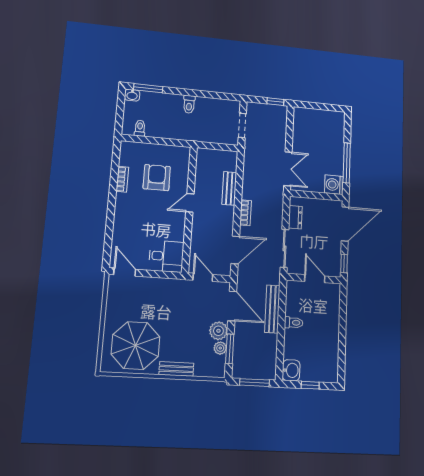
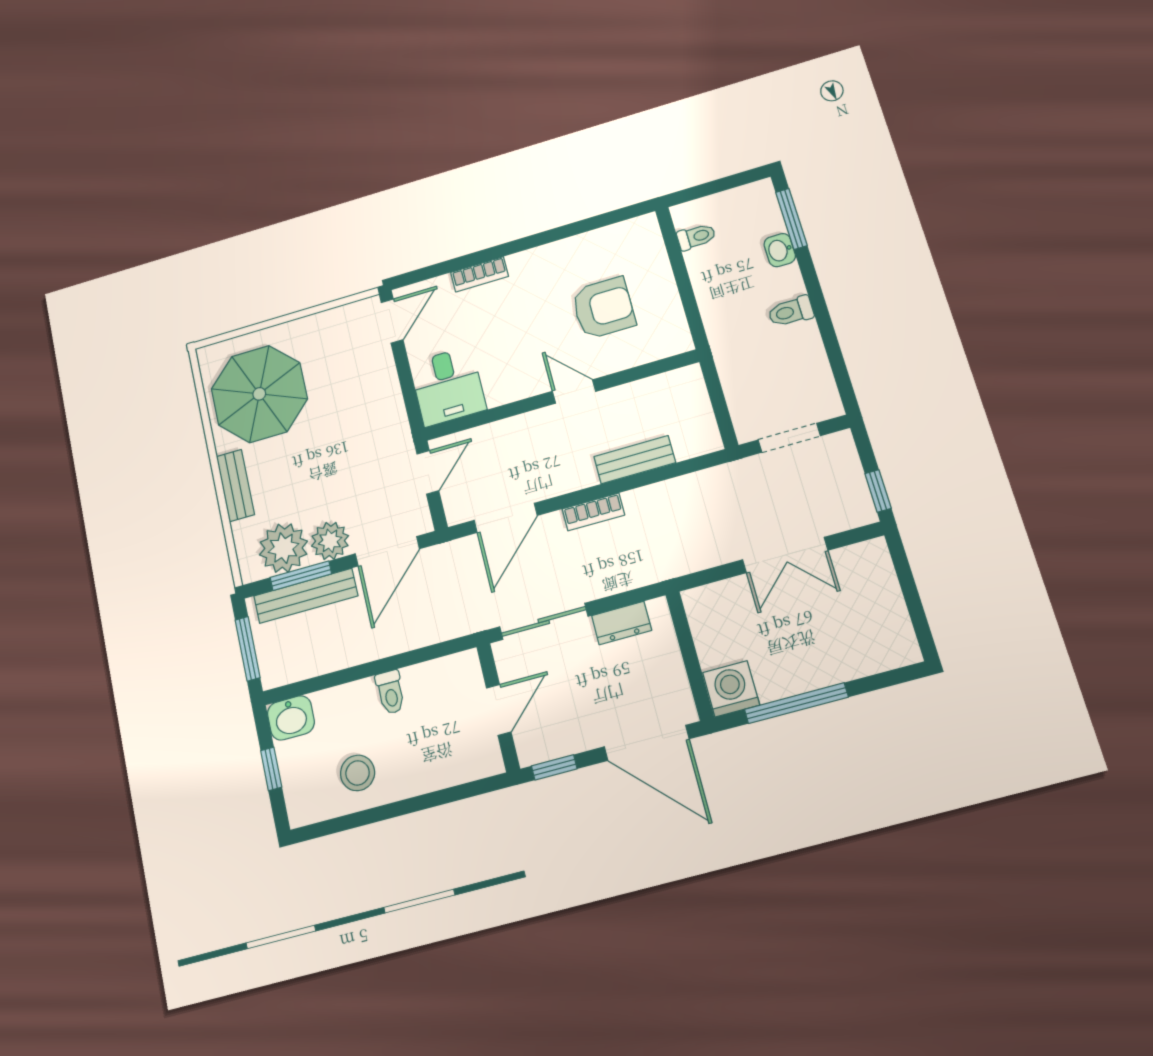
washbasin: (132, 95) -> (780, 250), moved
double door: (288, 169) -> (785, 555), moved
bookcase: (122, 179) -> (480, 274), moved
door: (235, 250) -> (506, 518), hinge flipped
bench: (272, 309) -> (306, 596), moved
stool: (323, 347) -> (358, 773), added
plant: (220, 348) -> (283, 548), width x1.88, depth x1.88

